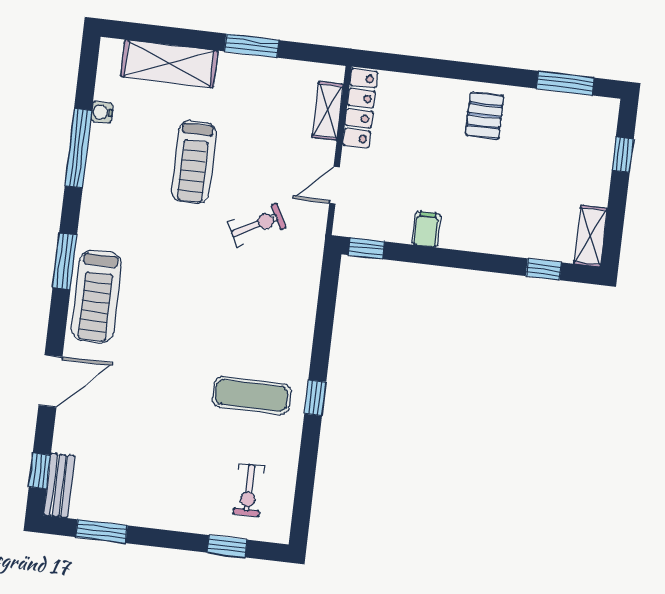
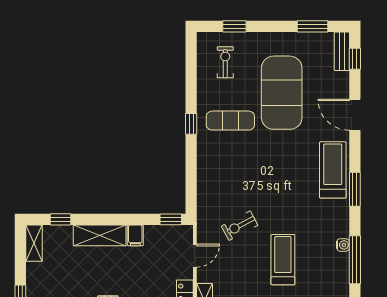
water cooler: (102, 112) -> (343, 245), moved
shelving: (484, 236) -> (100, 235), added
door: (50, 381) -> (355, 115), hinge flipped
exercise mat: (164, 430) -> (282, 93), added

